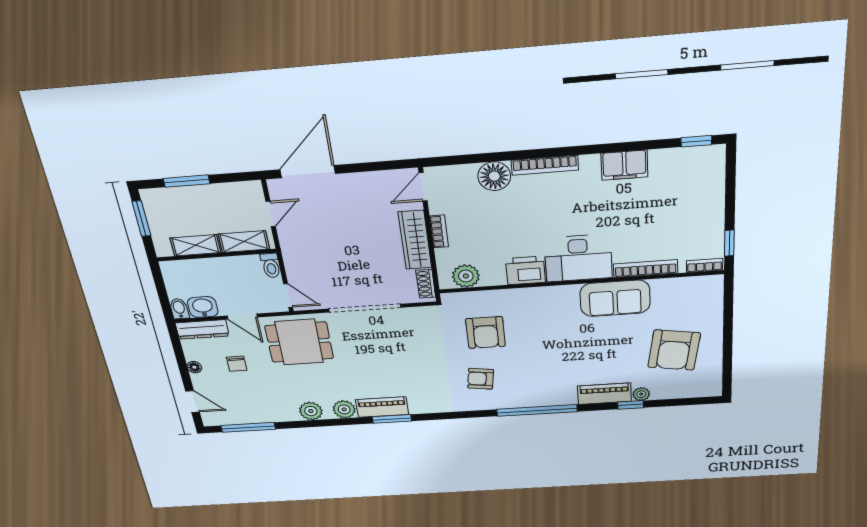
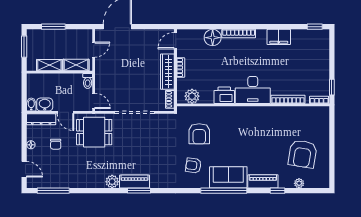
sofa: (615, 298) -> (228, 177), moved, turned 180
plant: (641, 394) -> (299, 183), moved
plant: (311, 411) -> (92, 181), removed

